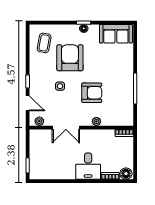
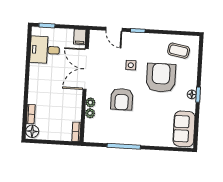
armchair: (70, 58) -> (161, 78), turned -90
door: (28, 103) -> (114, 29), hinge flipped
plant: (39, 121) -> (90, 113), moved
double door: (66, 128) -> (86, 69), width x1.37
filing cabinet: (37, 135) -> (80, 37), added
desk: (88, 166) -> (45, 50), moved

